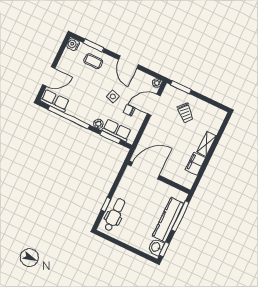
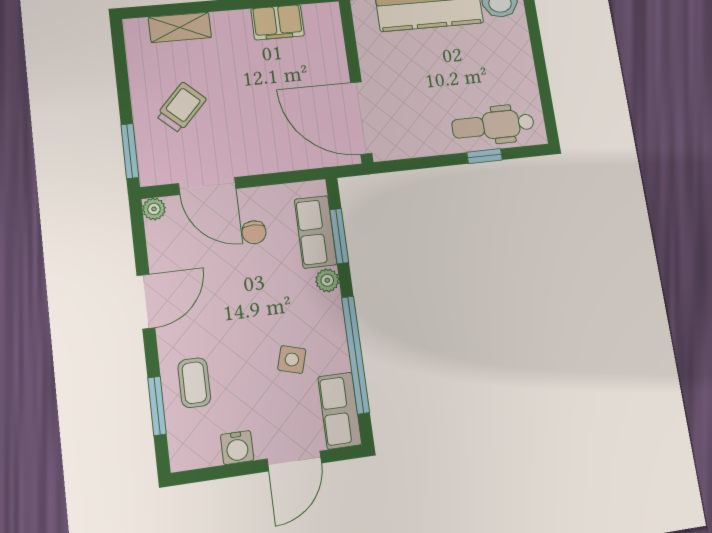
water cooler: (73, 44) -> (237, 448), moved
door: (49, 77) -> (294, 461), swing flipped
side table: (113, 96) -> (292, 360), moved
shelving: (206, 144) -> (180, 27), moved

